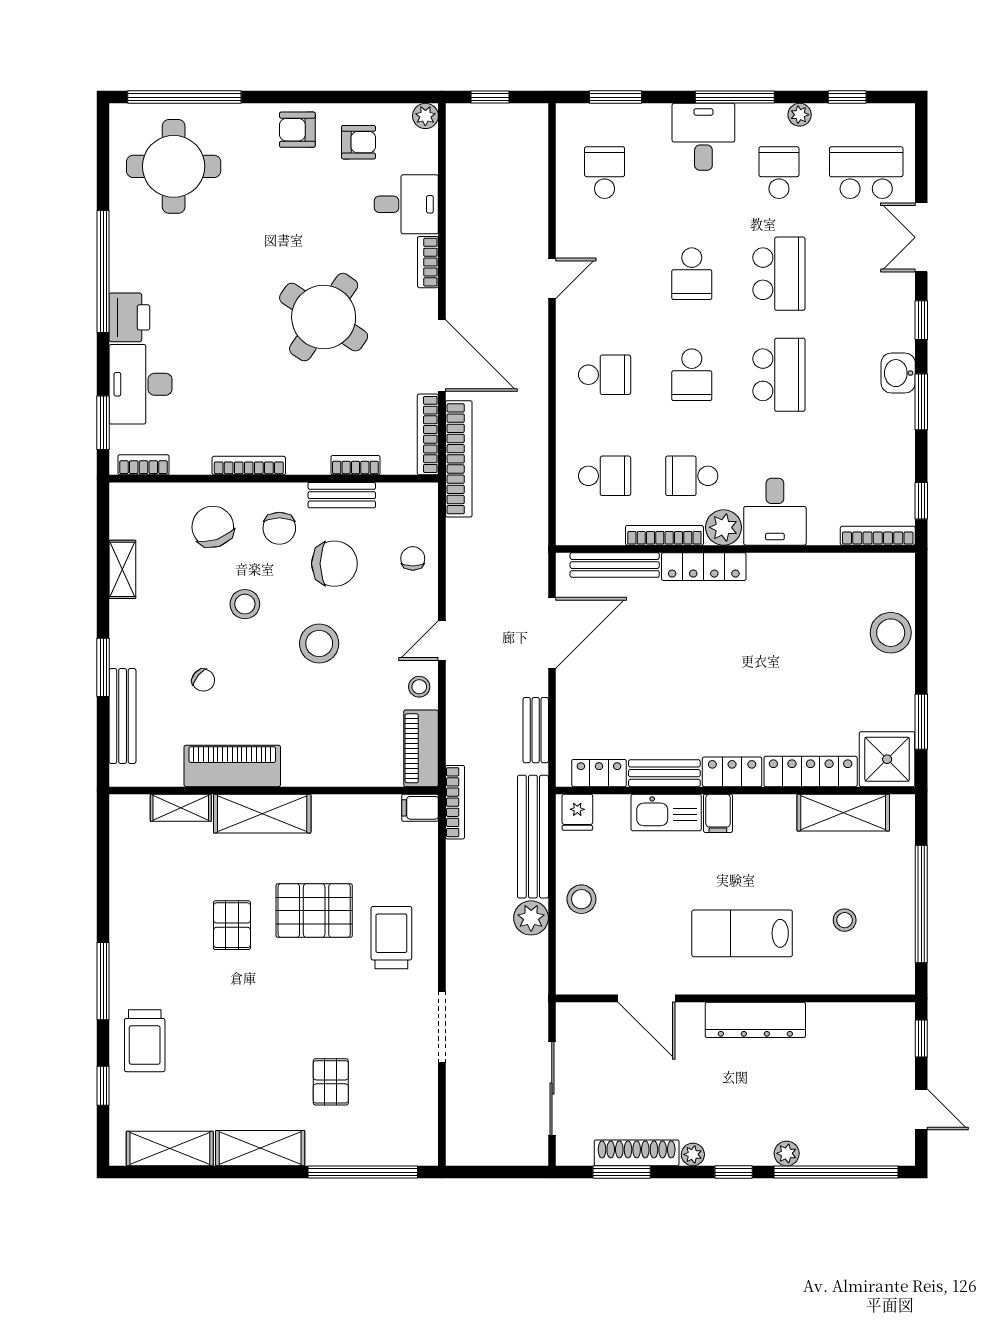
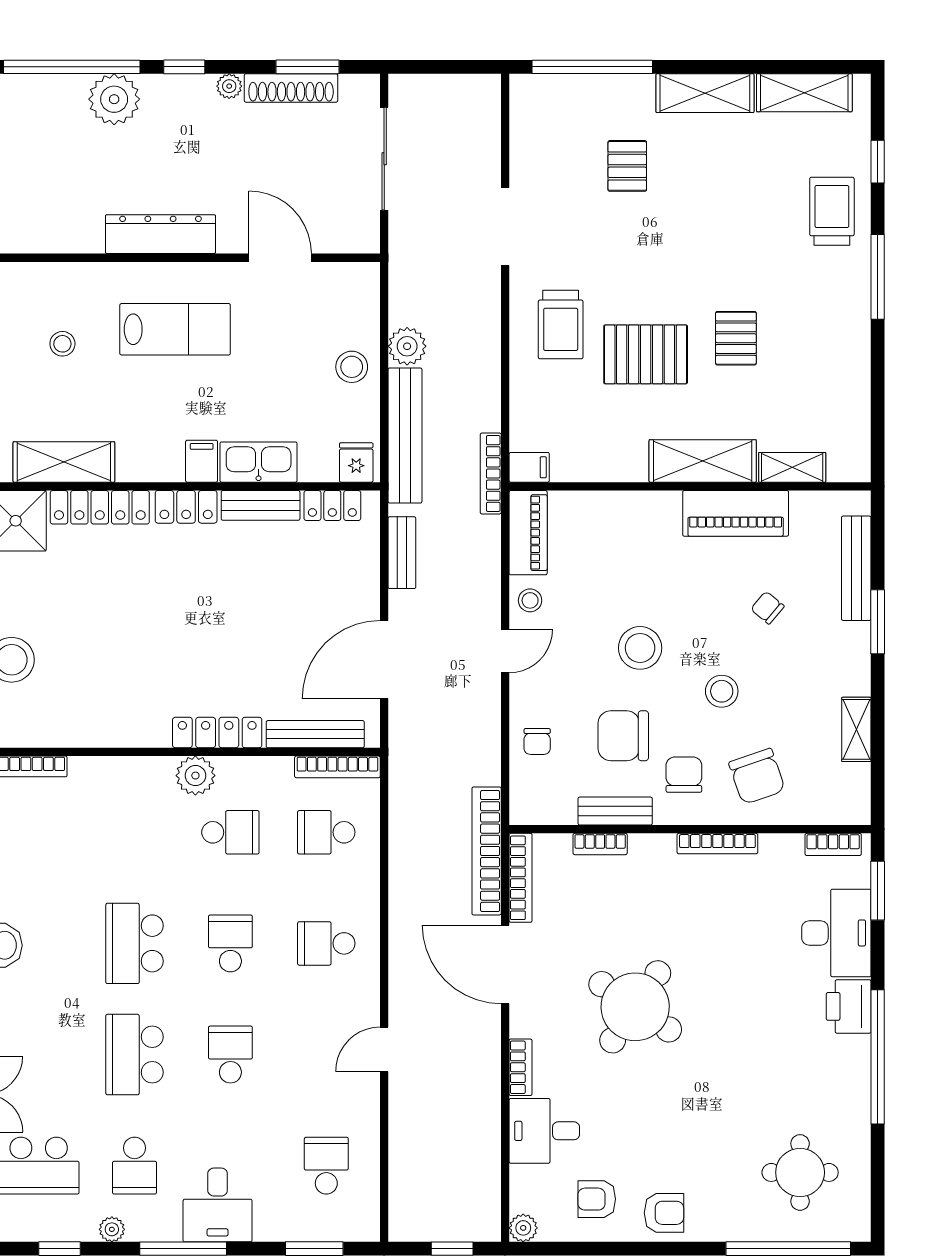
round table: (174, 166) -> (800, 1172), width x0.73, depth x0.73
school desk: (605, 173) -> (326, 1166), turned 180
desk: (775, 512) -> (139, 793), removed
bookcase: (664, 535) -> (337, 767), moved
plant: (787, 1153) -> (114, 99), width x1.88, depth x1.88

